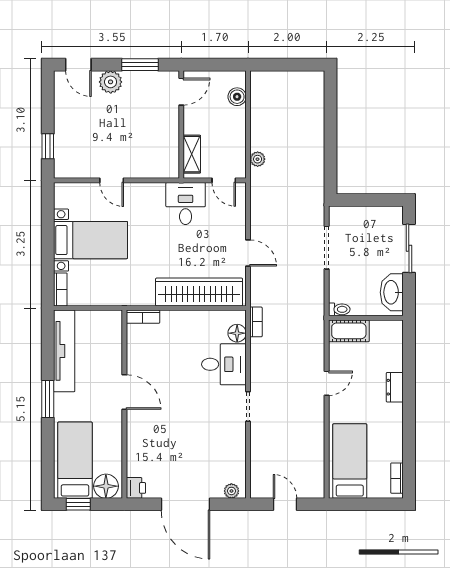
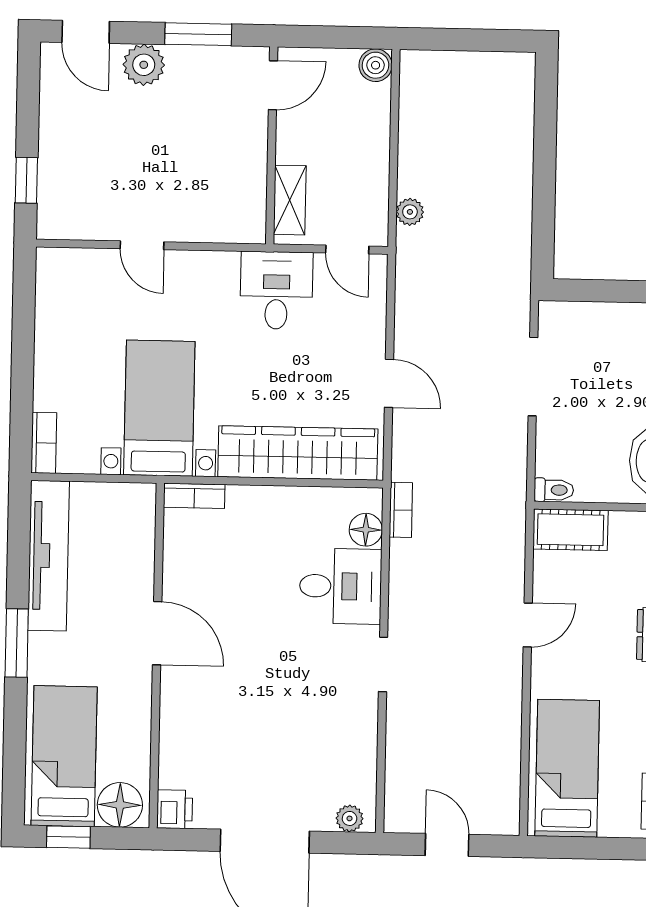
boiler: (237, 97) -> (376, 65), moved
bed with nightstands: (91, 240) -> (159, 408), moved, turned -90

